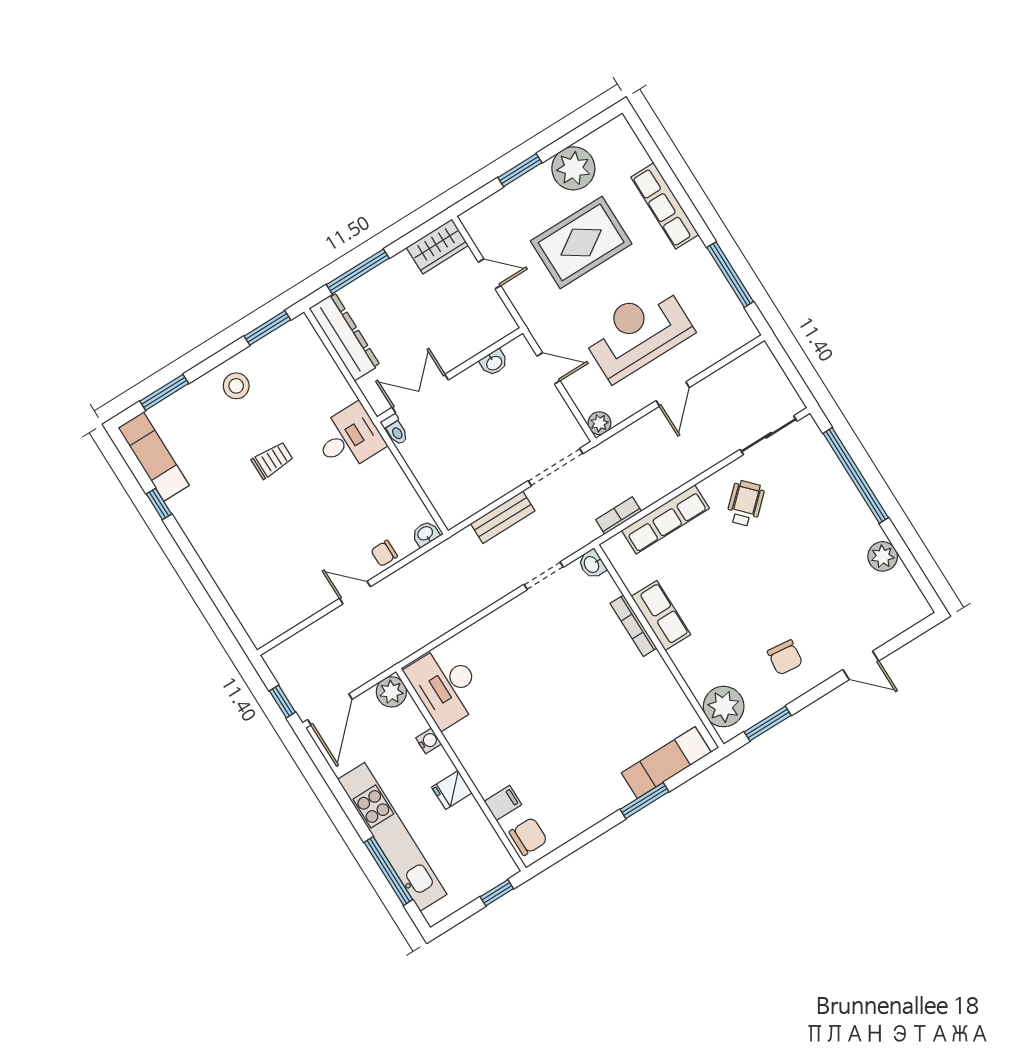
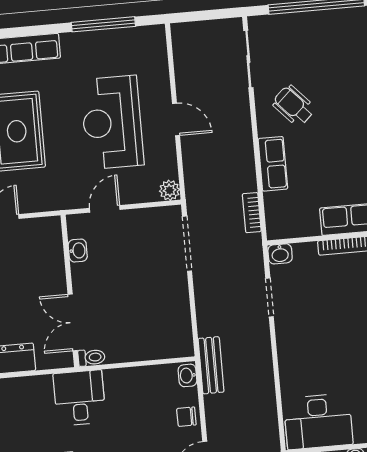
bench: (503, 517) -> (211, 365), moved
row of seats: (665, 519) -> (273, 164), width x0.68
chair: (384, 553) -> (186, 417), turned 90

